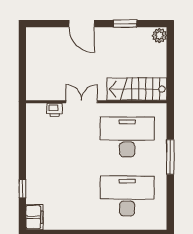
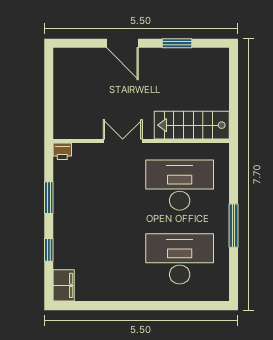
plant: (159, 36) -> (220, 58), removed
printer: (55, 110) -> (62, 151), moved
window: (22, 147) -> (49, 198), added
window: (170, 157) -> (234, 226), moved

